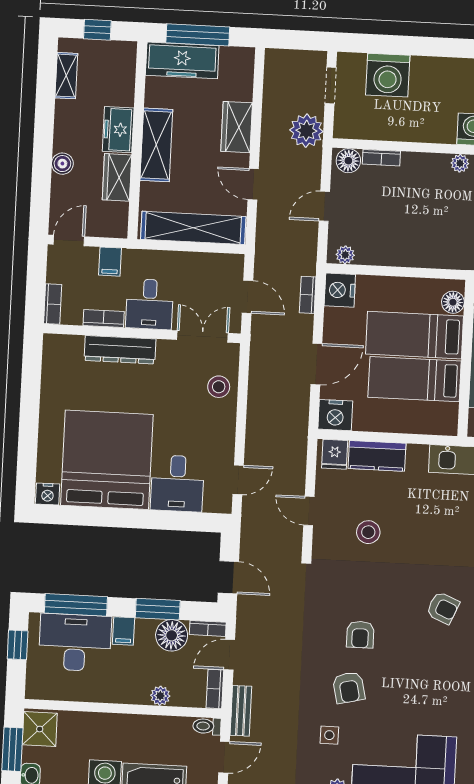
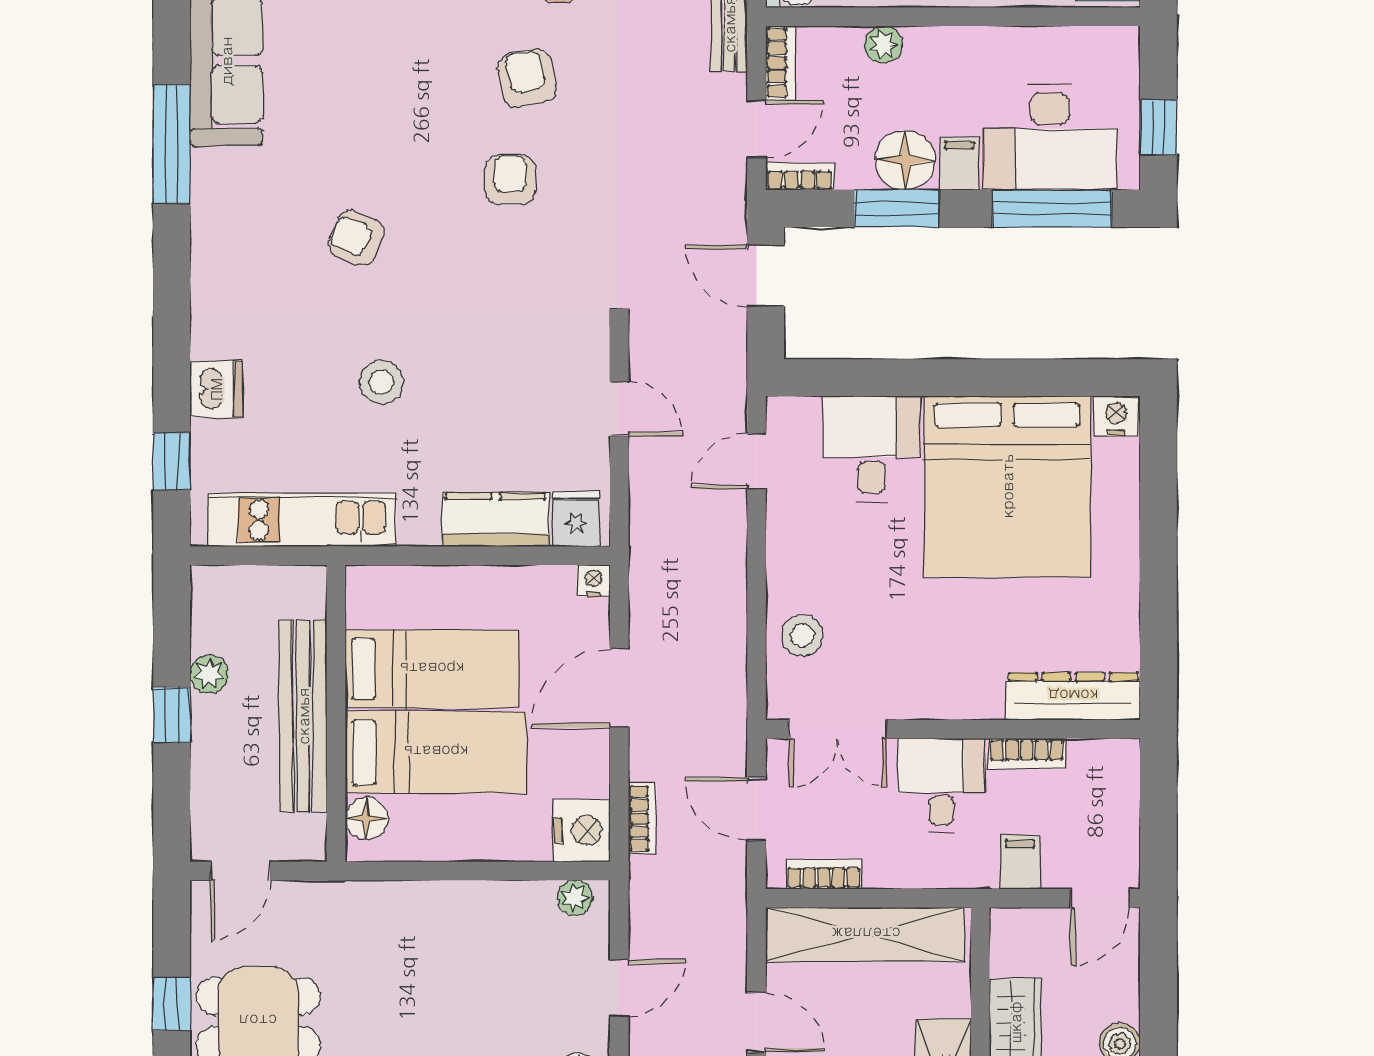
bookcase: (53, 304) -> (824, 874), moved, turned 90
dresser: (120, 350) -> (1073, 696), moved
nightstand: (335, 415) -> (593, 581), width x0.53, depth x0.56
stool: (368, 532) -> (381, 382), moved
floor lamp: (172, 635) -> (905, 160), moved

